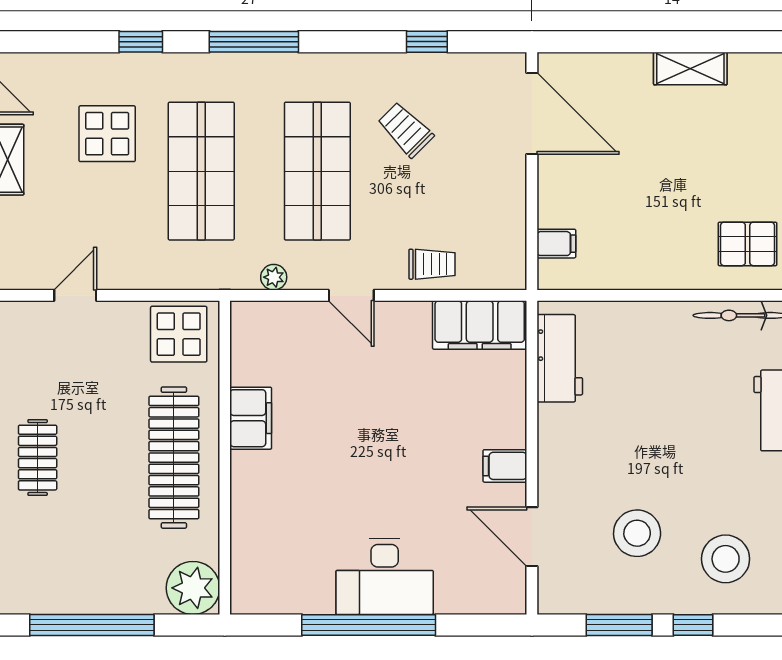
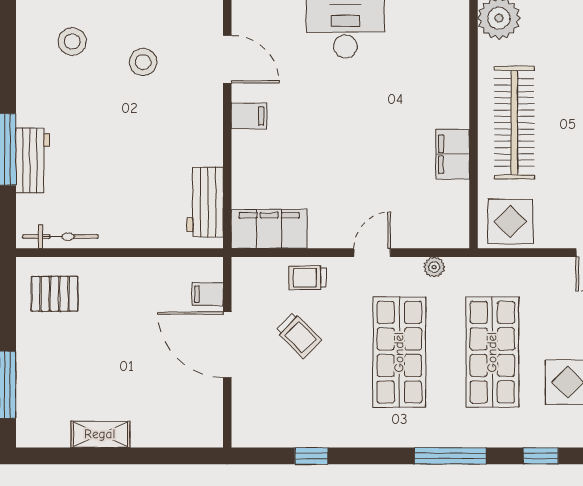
door: (532, 114) -> (227, 345), moved
trolley: (405, 130) -> (299, 335), moved
door: (351, 295) -> (372, 253), hinge flipped
stool: (637, 533) -> (143, 62), width x0.73, depth x0.73
stool: (726, 559) -> (72, 41), width x0.73, depth x0.73

